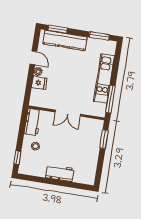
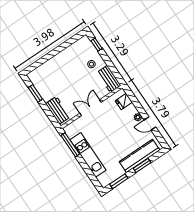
window: (58, 29) -> (142, 165), moved
fridge: (39, 83) -> (124, 101), moved
window: (104, 139) -> (35, 93), moved
workbench: (60, 173) -> (58, 110), moved, turned -90

